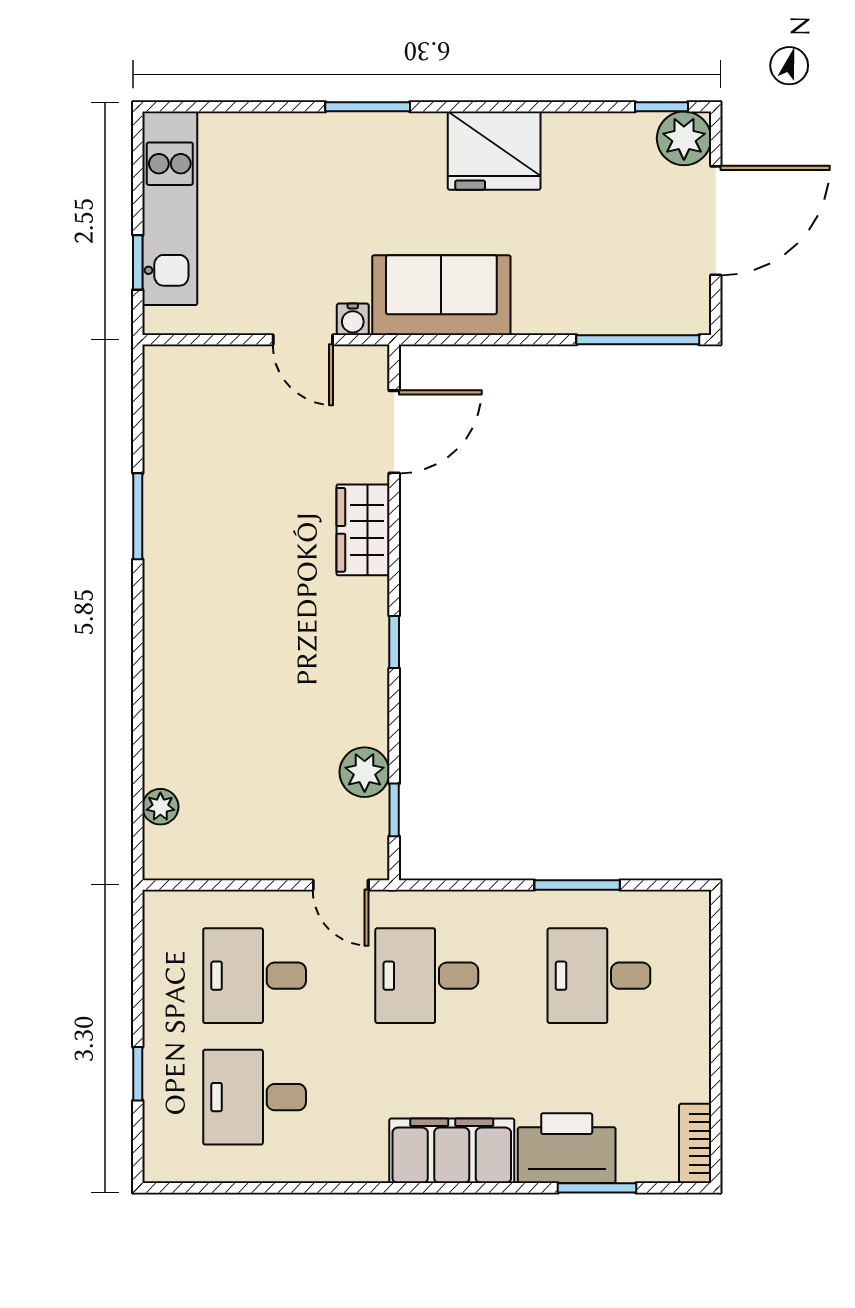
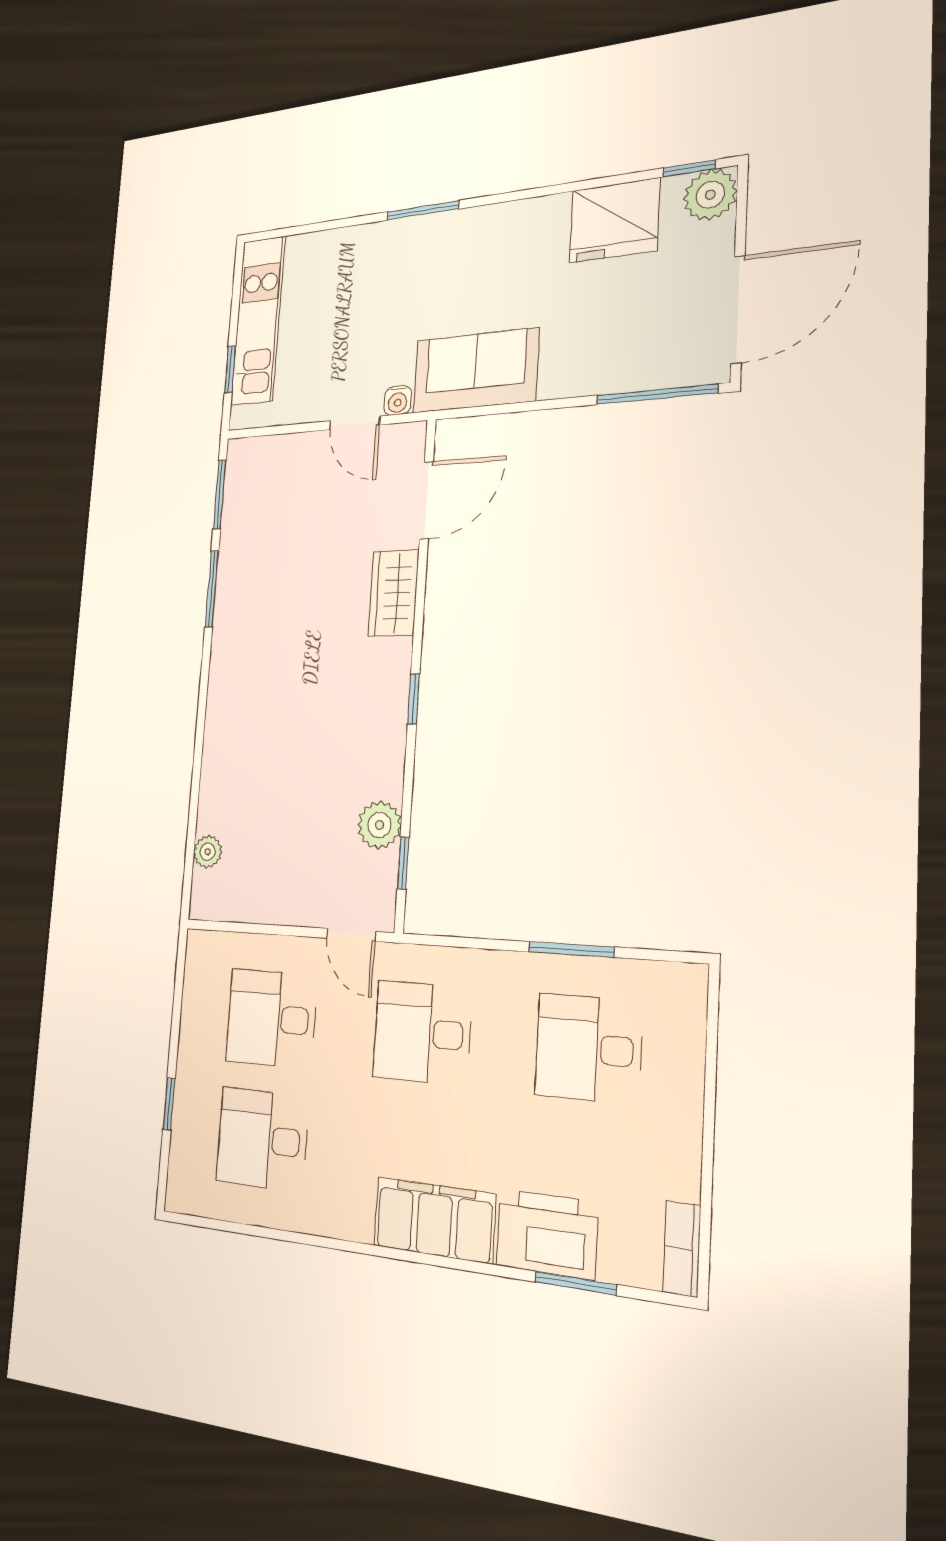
fridge: (494, 151) -> (614, 220), moved
door: (716, 221) -> (738, 310), moved
window: (138, 409) -> (220, 495), added

